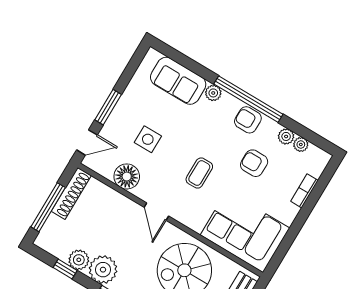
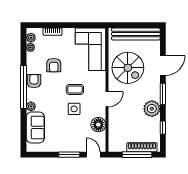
armchair: (248, 120) -> (34, 81), turned 180
plant: (286, 136) -> (31, 38), moved
side table: (148, 139) -> (74, 109), moved
shoe rack: (71, 193) -> (142, 147), moved
plant: (79, 260) -> (154, 124), removed

